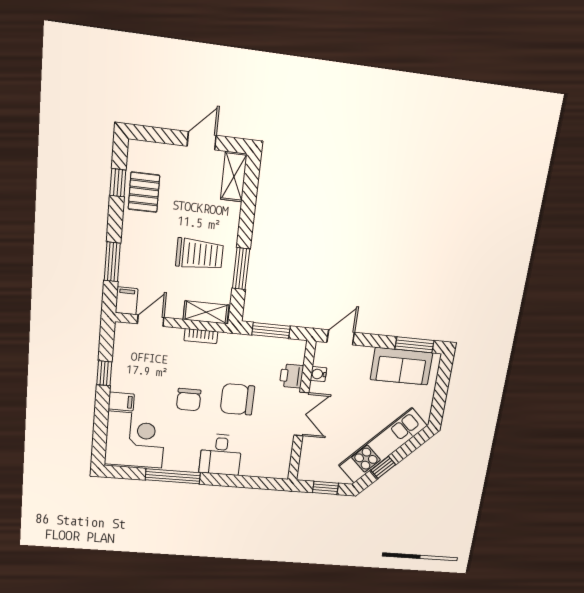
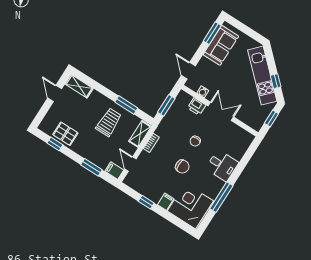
chair: (237, 399) -> (195, 141), width x0.54, depth x0.54

